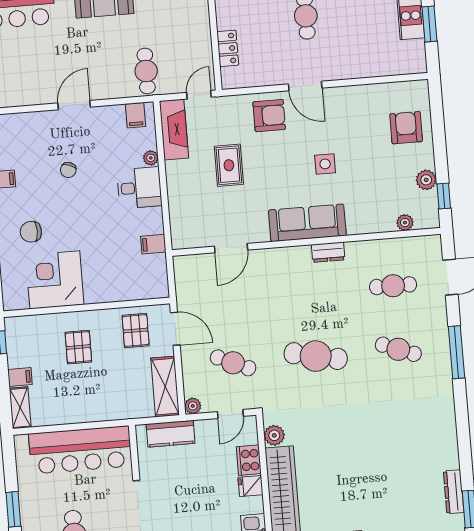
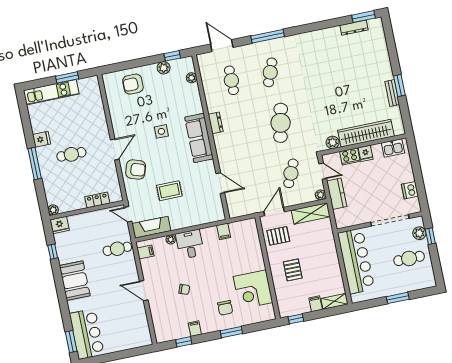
armchair: (269, 116) -> (136, 169), turned 108
pallet: (78, 347) -> (293, 270), turned 90
kitchen counter: (171, 434) -> (337, 194), moved

